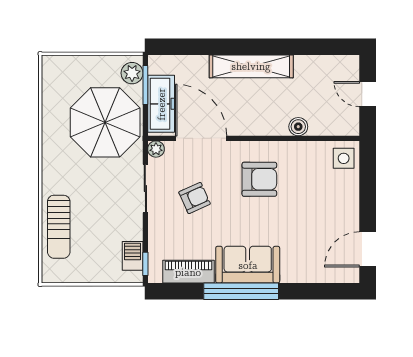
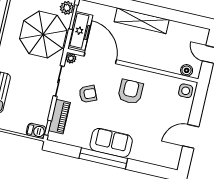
boiler: (298, 127) -> (187, 70), moved
armchair: (259, 179) -> (131, 92), turned -90
door: (368, 249) -> (191, 136), moved
barbecue: (133, 256) -> (36, 131), moved, turned 90
piano: (188, 272) -> (60, 117), moved, turned 90

